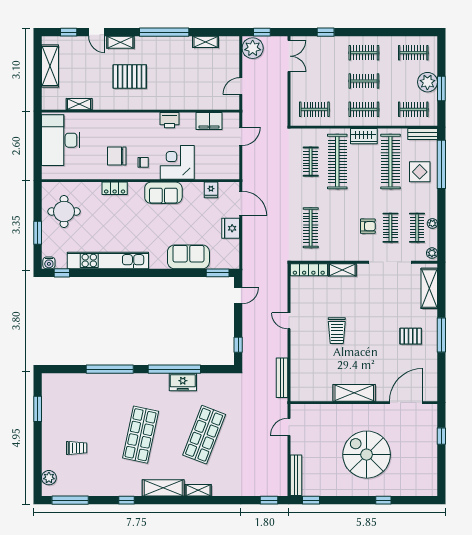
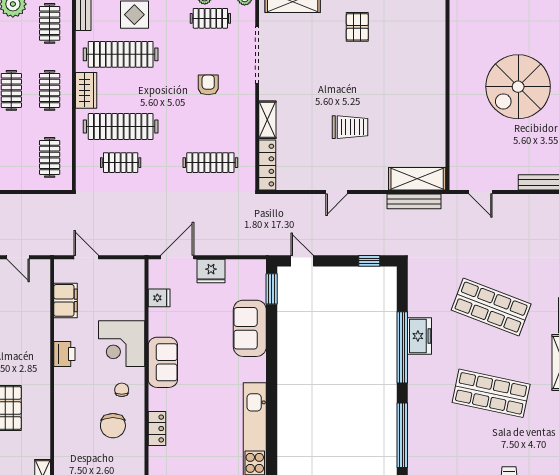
clothes rail: (390, 228) -> (210, 54), removed
shelving: (354, 393) -> (417, 179), moved, turned 90
door: (406, 403) -> (448, 33), removed

